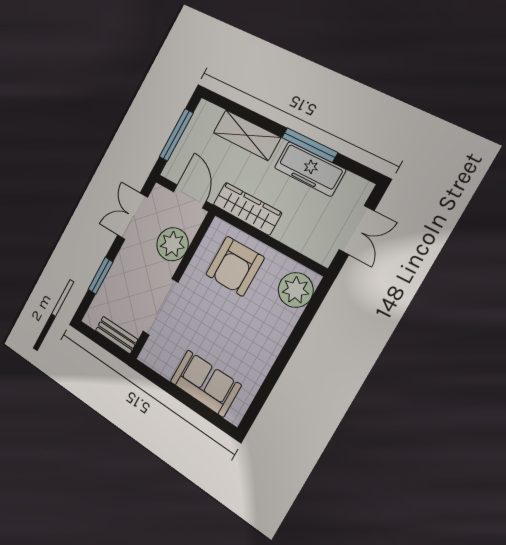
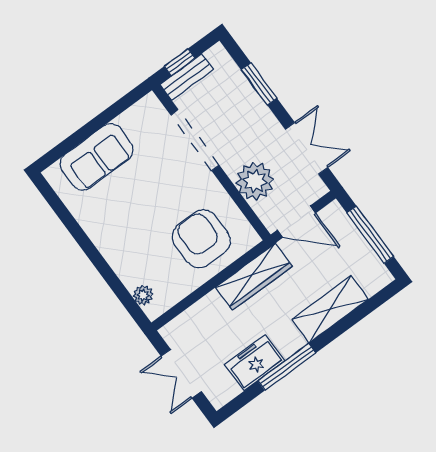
freezer: (310, 169) -> (255, 363), width x0.71
plant: (296, 290) -> (143, 295), width x0.53, depth x0.53
window: (108, 345) -> (180, 62), added

